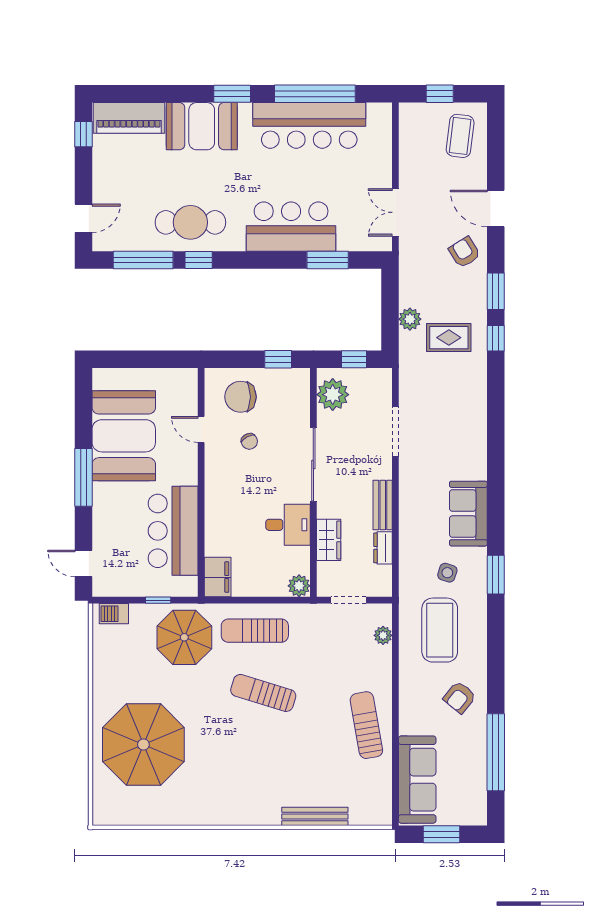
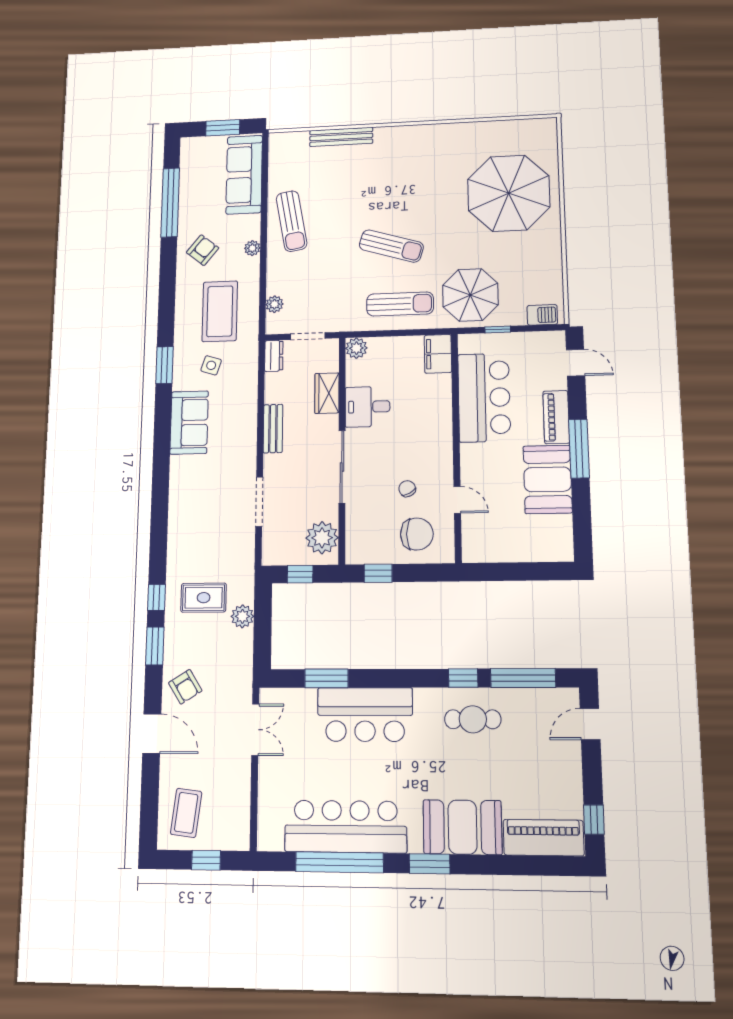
cafe table: (190, 222) -> (473, 719), width x0.73, depth x0.74
booth: (124, 436) -> (548, 479), width x0.73, depth x0.70
piano: (104, 509) -> (556, 417), added
dresser: (383, 548) -> (274, 356), moved
plant: (407, 697) -> (252, 248), added

